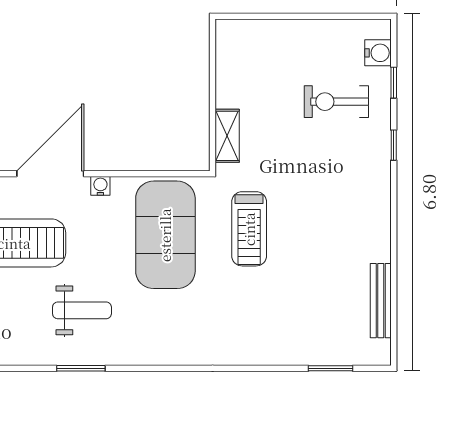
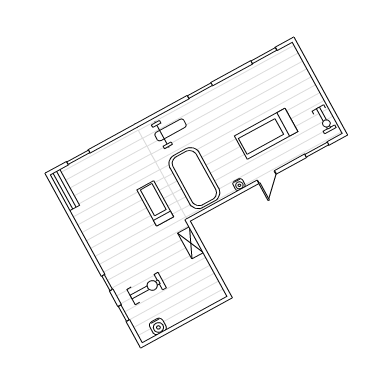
water cooler: (378, 53) -> (158, 326), moved, turned -90
door: (50, 174) -> (267, 177), width x0.53
bench: (381, 301) -> (65, 190), moved
weight bench: (82, 310) -> (170, 130), moved, turned 180

